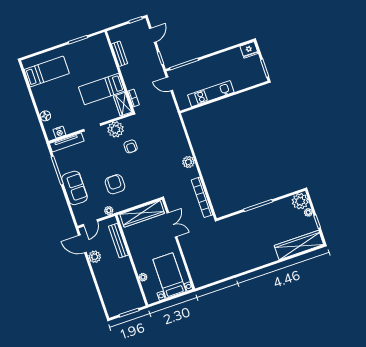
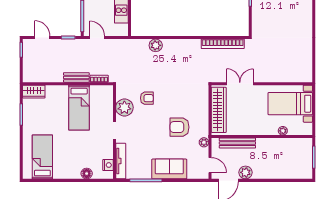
bench: (120, 54) -> (76, 77), moved
door: (169, 84) -> (97, 38), swing flipped
wardrobe: (123, 104) -> (34, 92), moved
plant: (188, 162) -> (156, 45), moved

